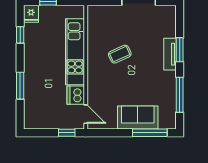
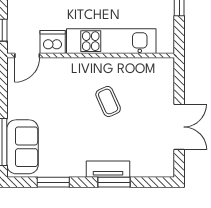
window: (180, 95) -> (53, 182), width x0.69
sofa: (138, 118) -> (22, 147), moved

